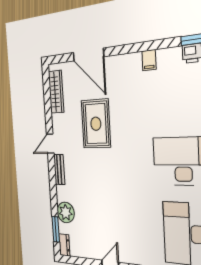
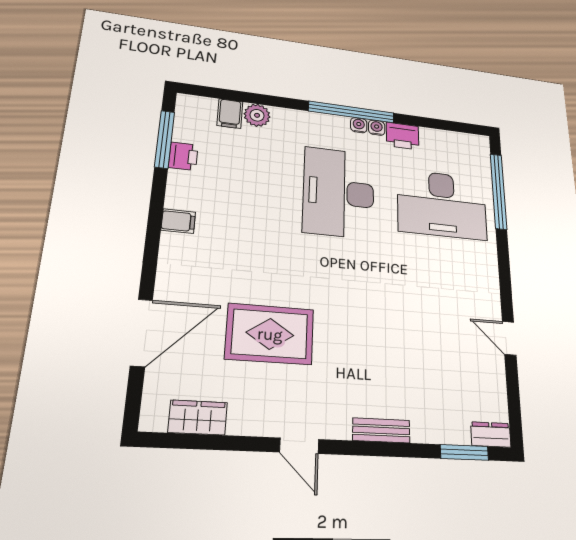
wardrobe: (56, 92) -> (198, 417), width x0.67
bench: (59, 170) -> (381, 430), moved
plant: (66, 212) -> (430, 423), removed

